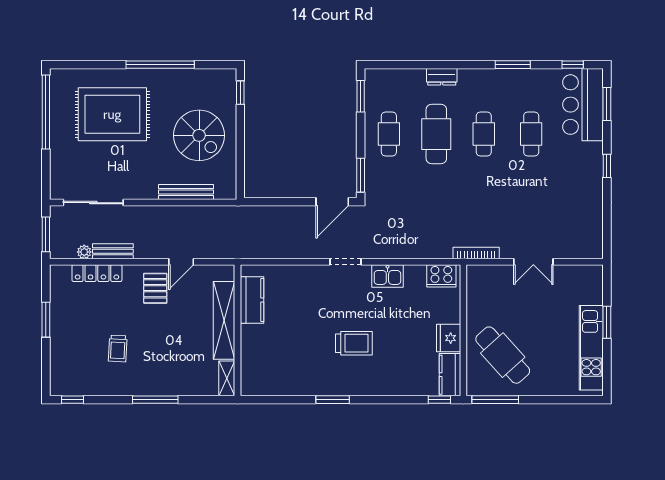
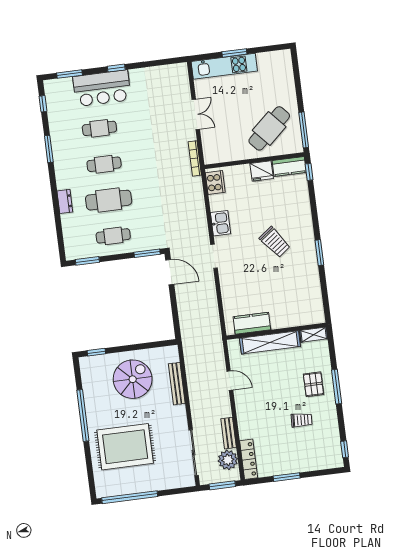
bar counter: (583, 105) -> (102, 88), moved
rug: (112, 114) -> (125, 447), turned 90
plant: (84, 252) -> (228, 460), width x1.88, depth x1.88
locker: (97, 273) -> (249, 459), moved
pallet: (155, 288) -> (313, 384), moved, turned 90
trolley: (354, 343) -> (275, 242), turned 143
kitchen unit: (591, 348) -> (224, 66), moved

